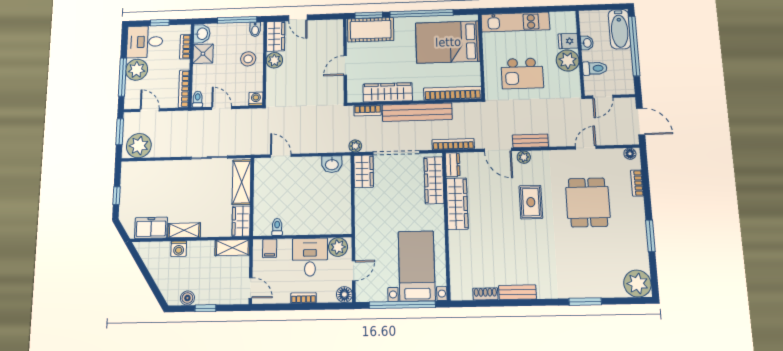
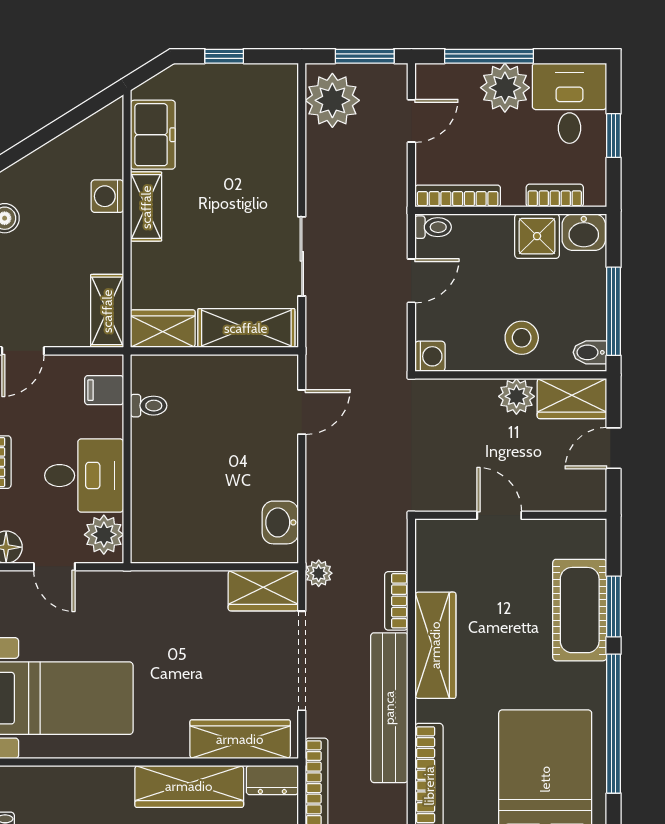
wall: (345, 60) -> (511, 515), moved
door: (345, 65) -> (499, 515), moved

